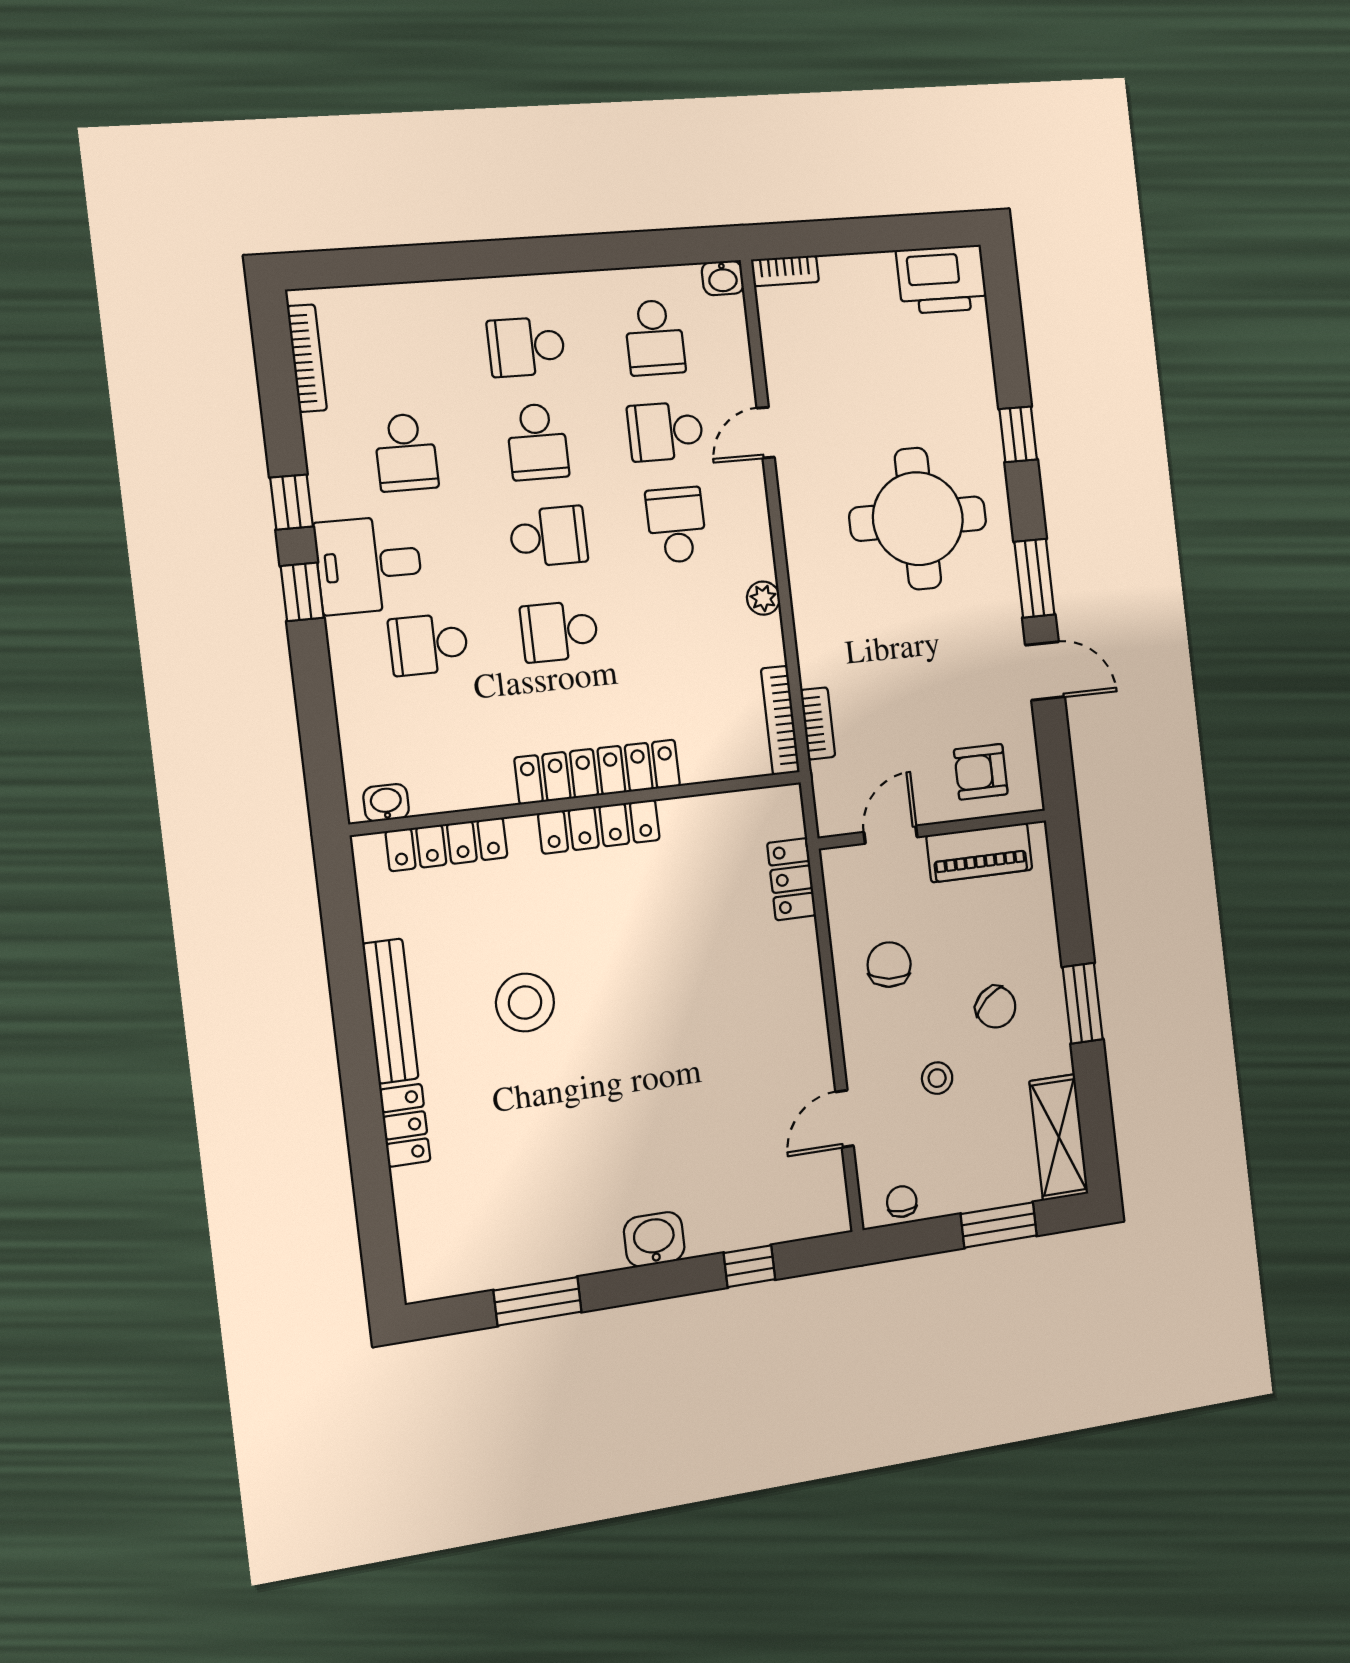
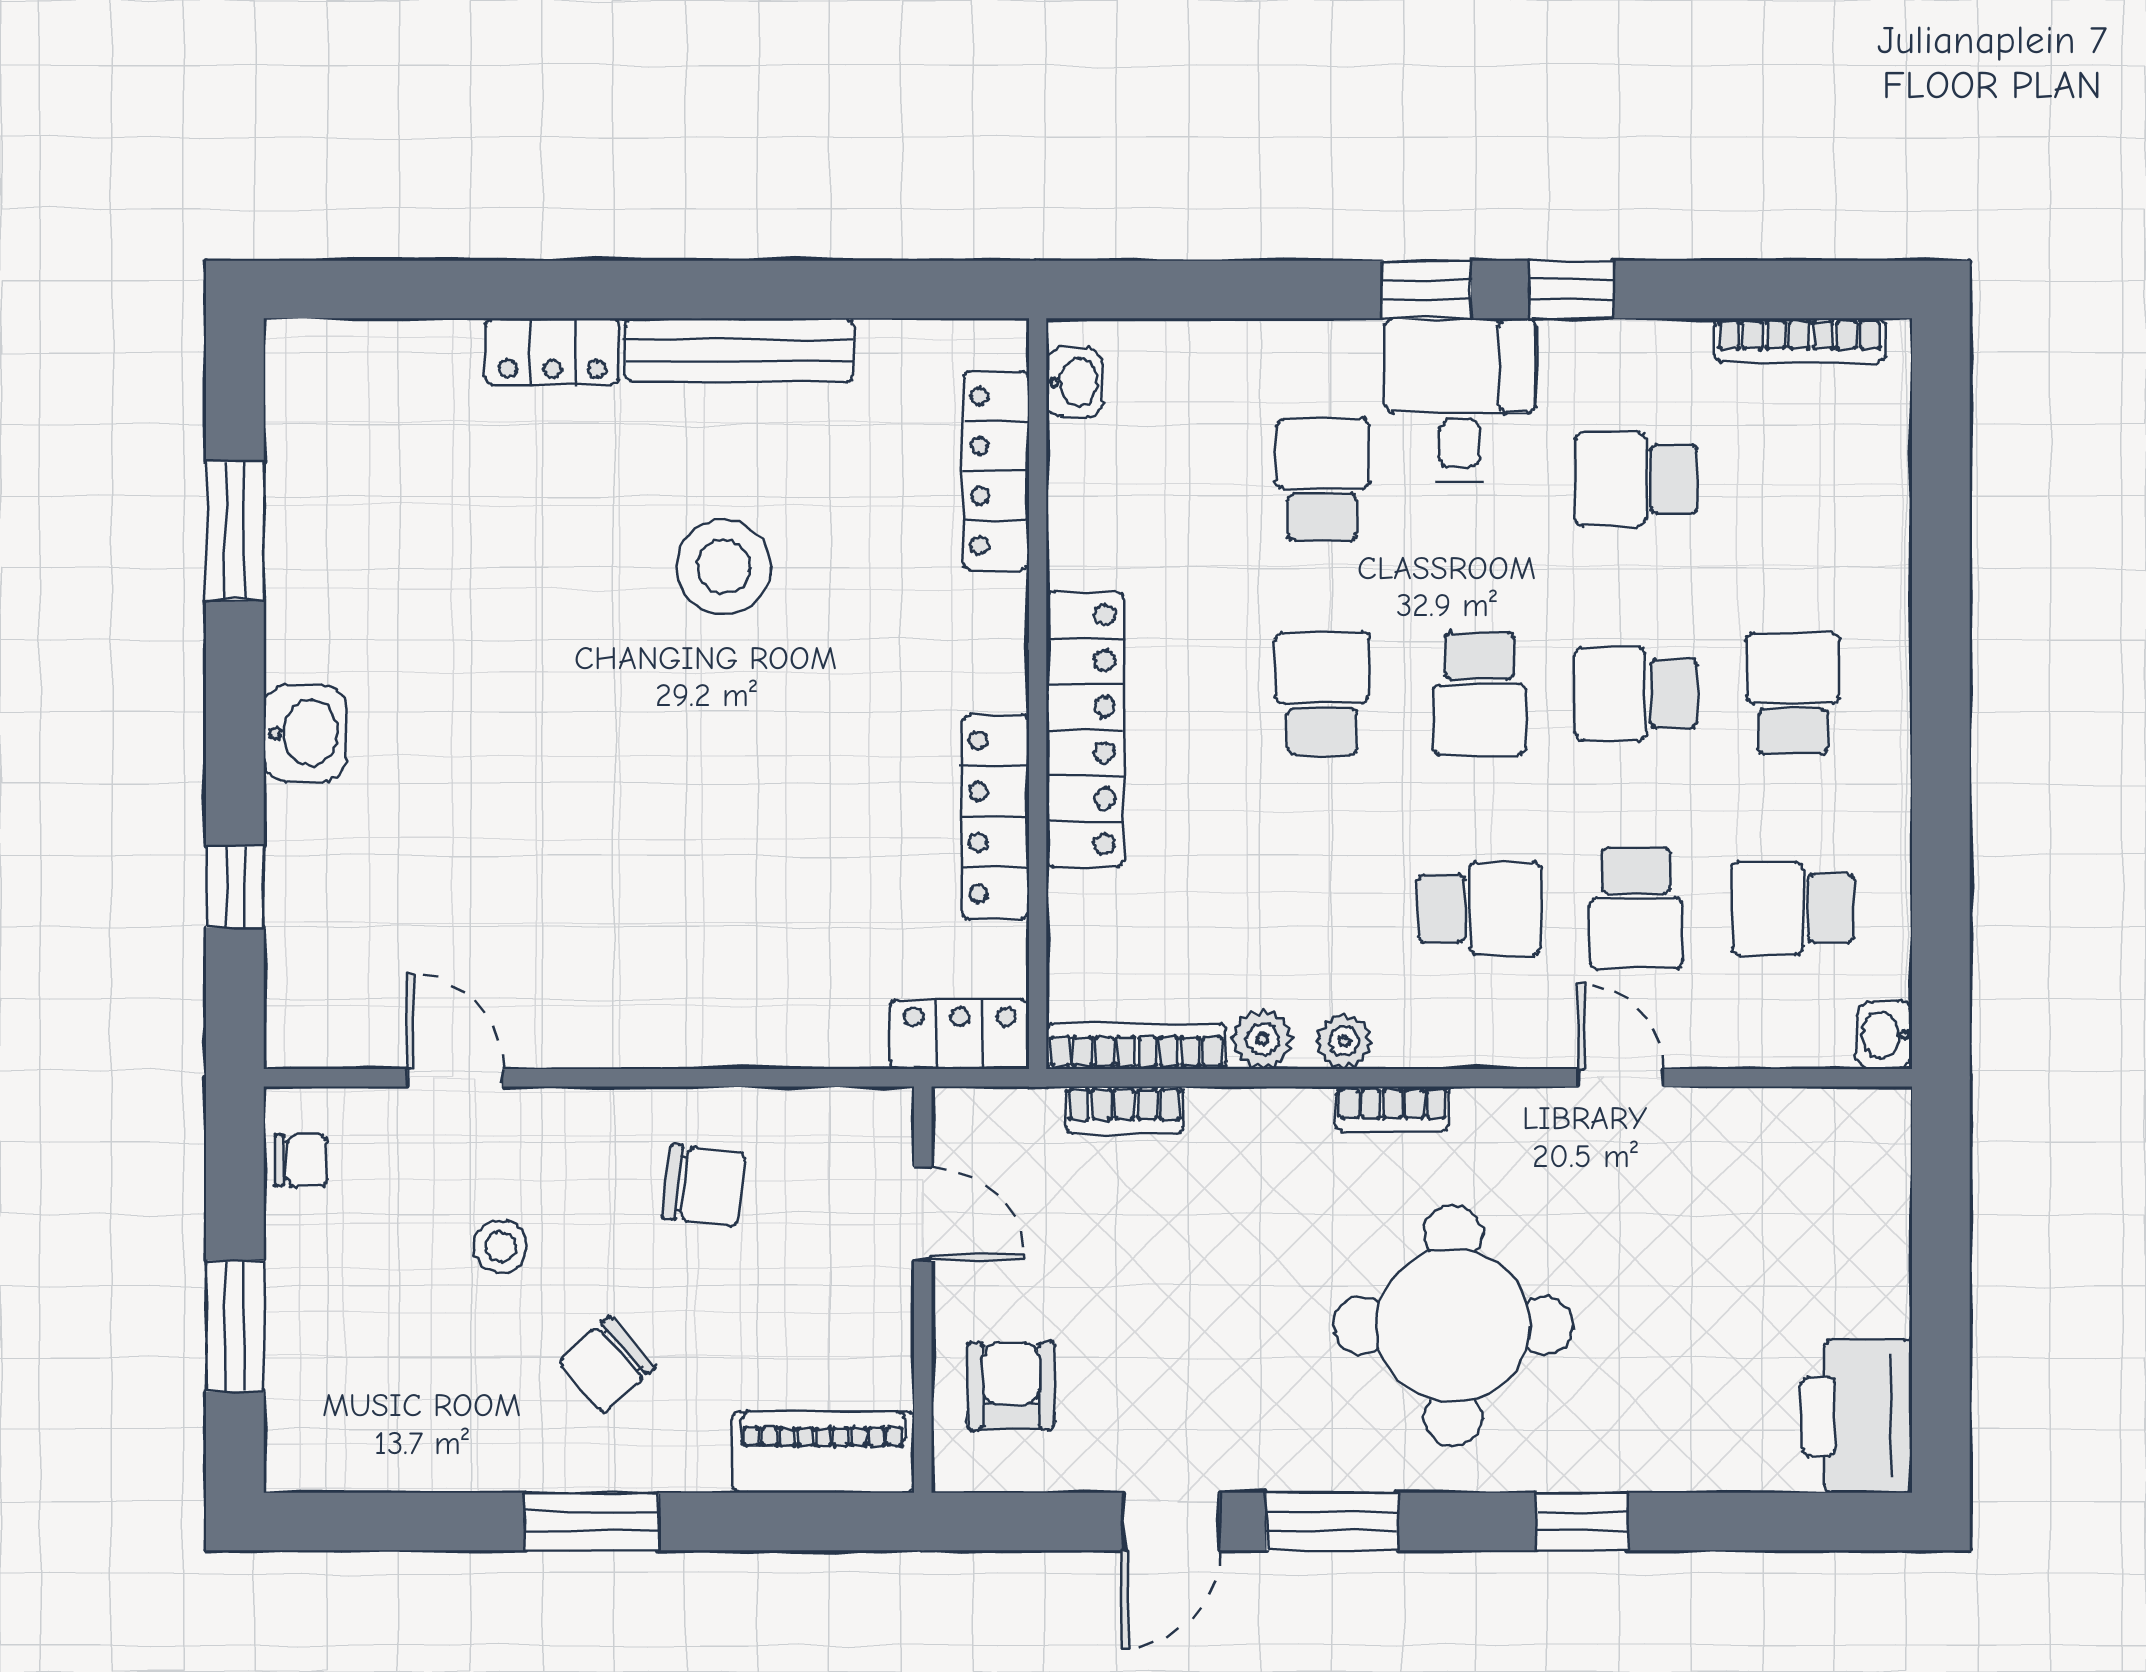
bookcase: (785, 271) -> (1393, 1109), moved, turned -90
school desk: (666, 431) -> (1636, 908), turned 180
plant: (768, 646) -> (1263, 1039), added
locker: (599, 827) -> (995, 817), moved
piano: (979, 853) -> (823, 1452), moved, turned 90
locker: (792, 879) -> (960, 1034), moved
shelving: (1059, 1137) -> (368, 1451), removed

